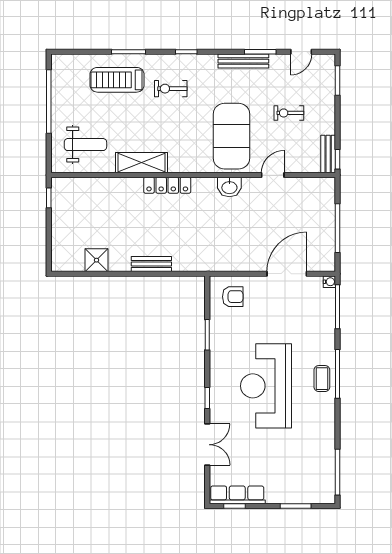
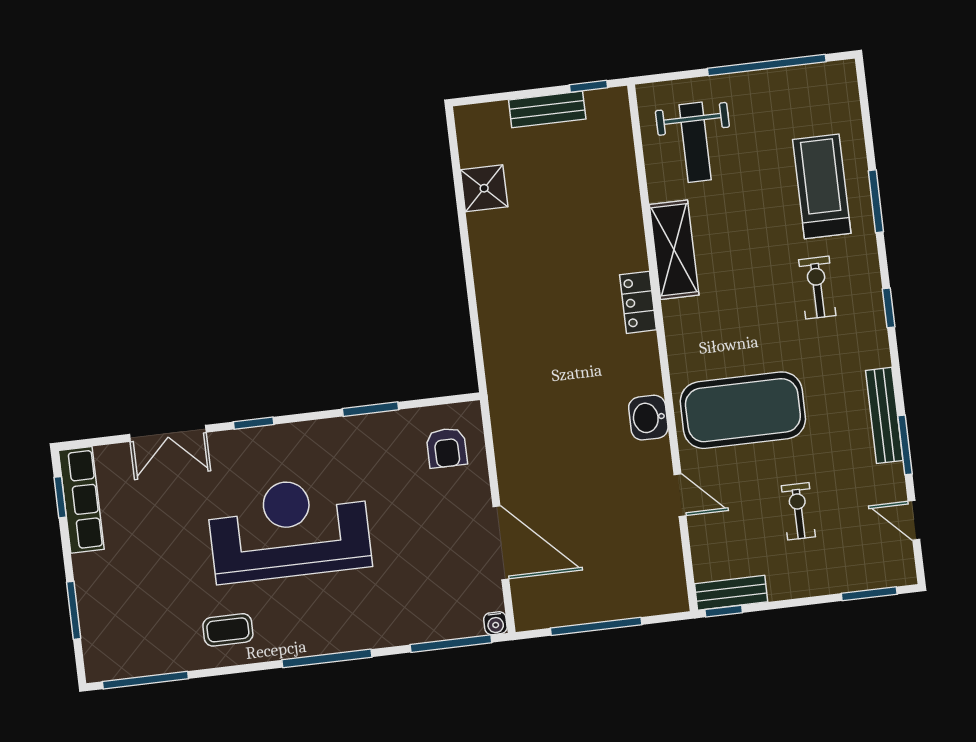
locker: (167, 185) -> (638, 302), width x0.66
bench: (151, 264) -> (547, 109), moved, turned 90
coffee table: (322, 379) -> (228, 630), moved

